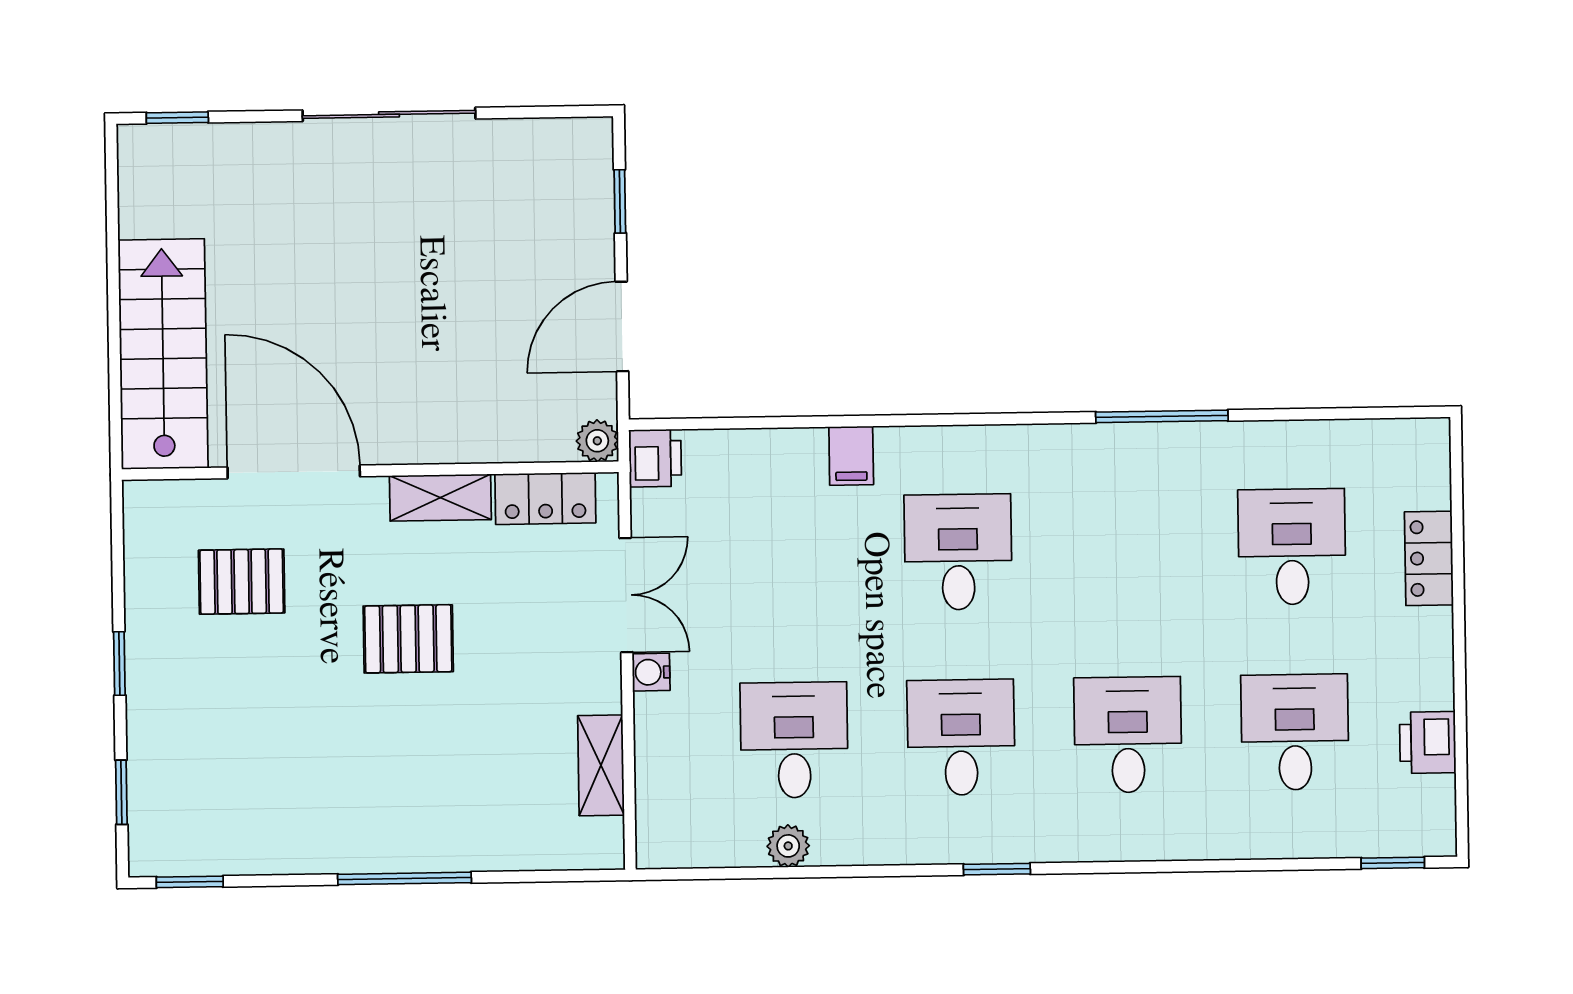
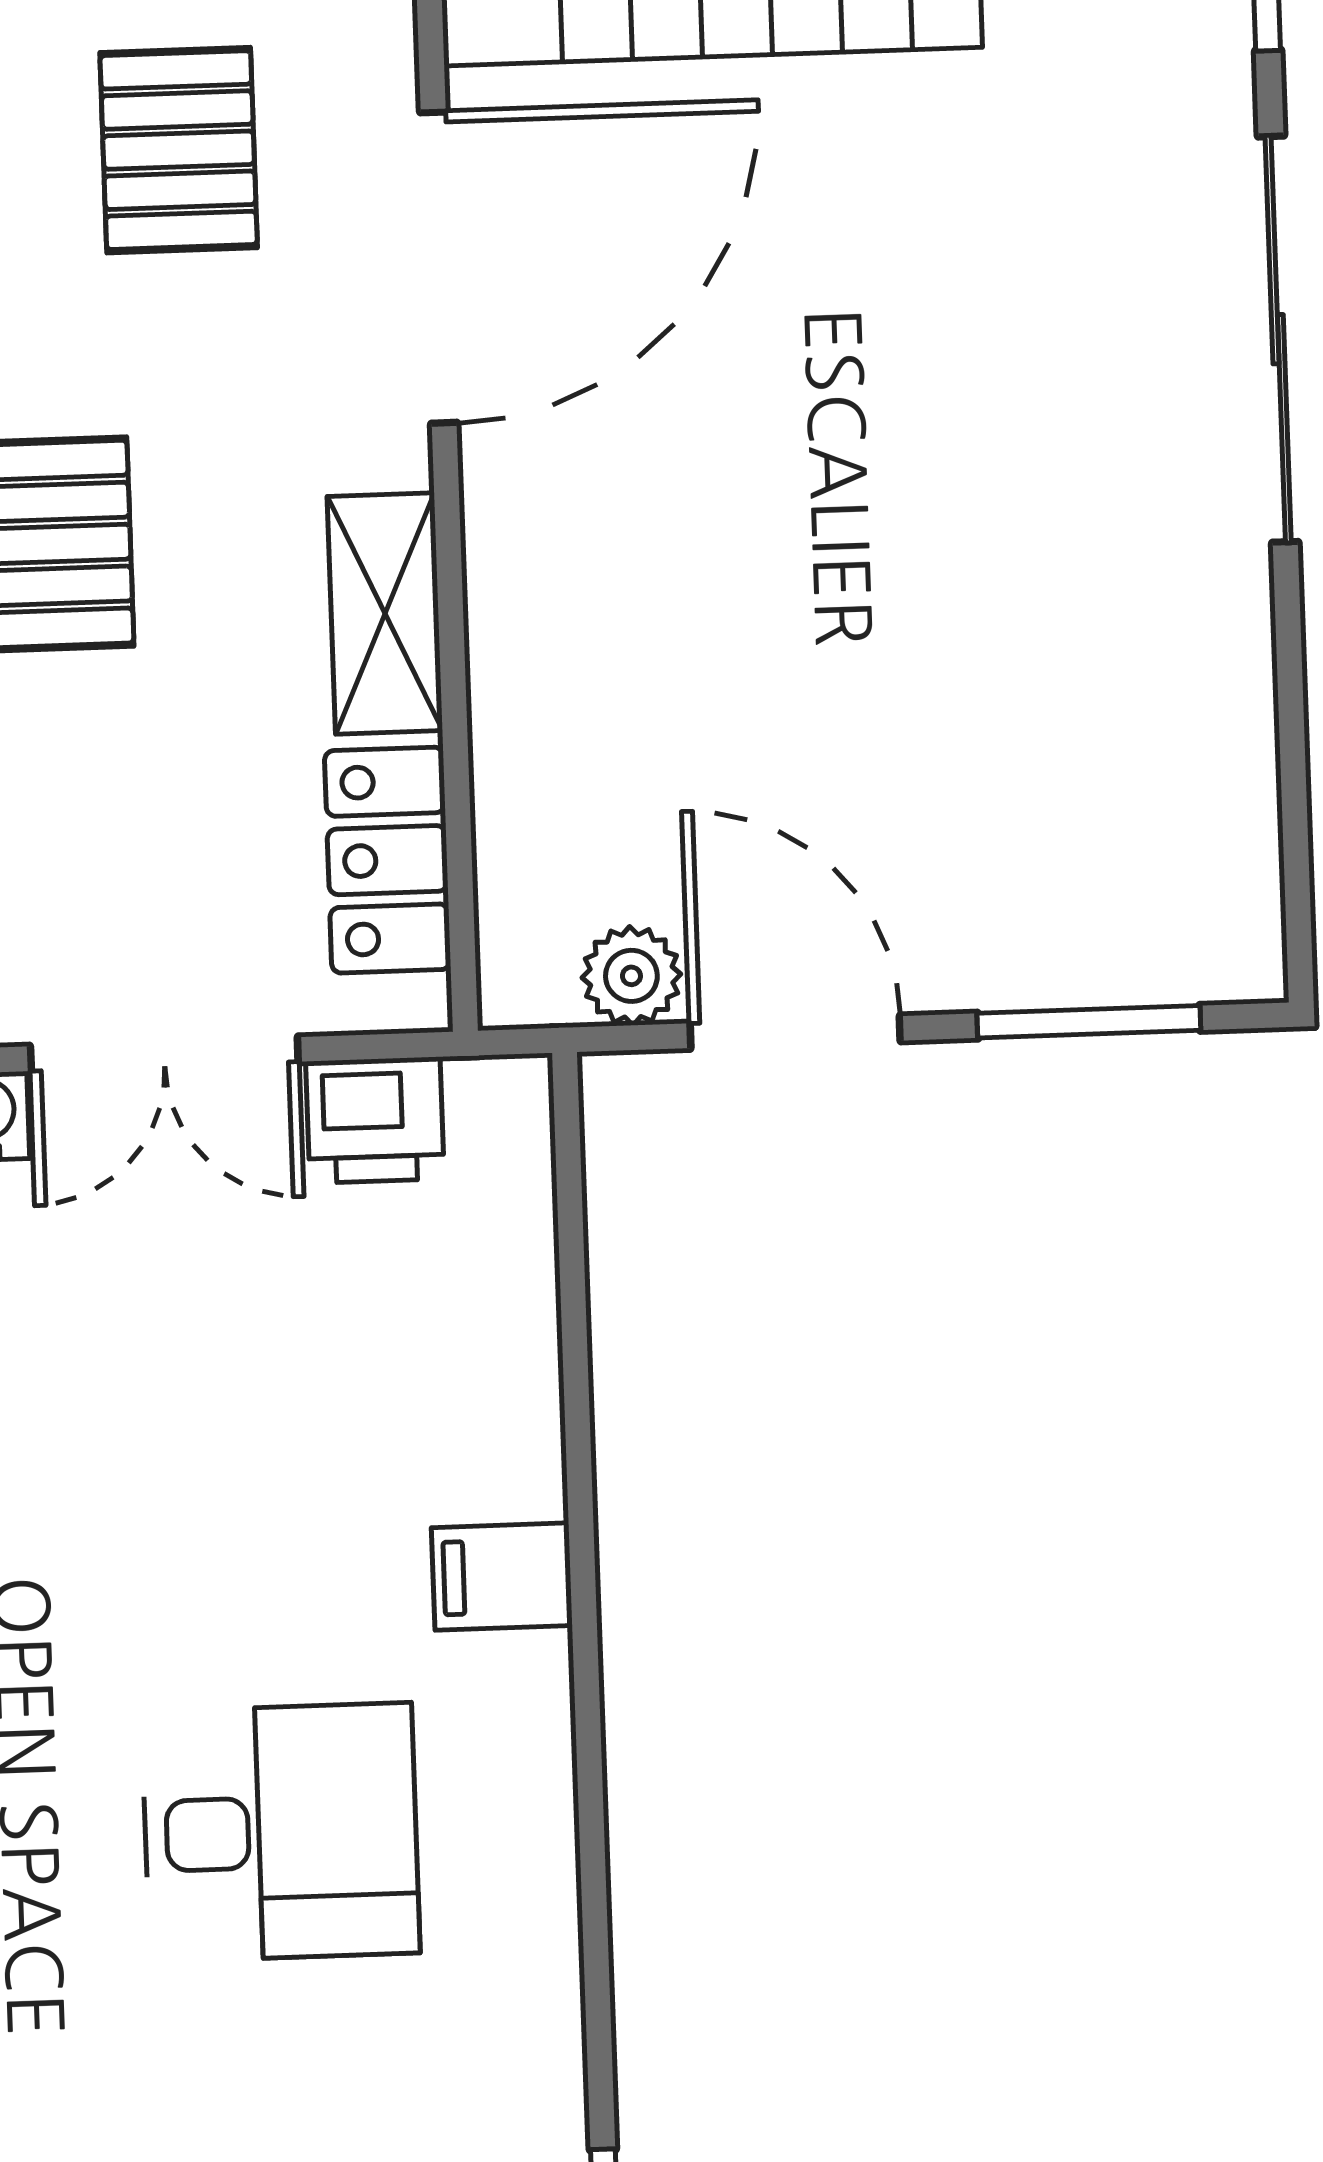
sliding door: (389, 114) -> (1278, 339), moved
window: (620, 201) -> (1089, 1022), width x1.50
plant: (597, 441) -> (631, 976), moved
printer: (655, 458) -> (375, 1120), moved

